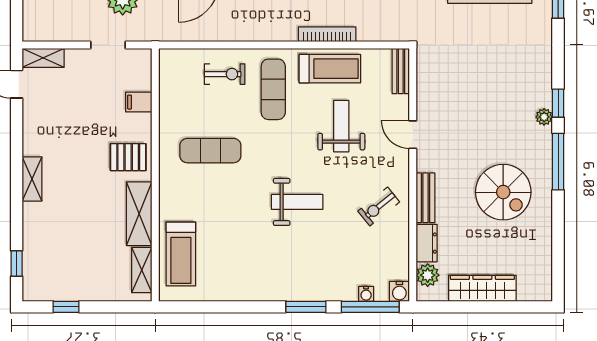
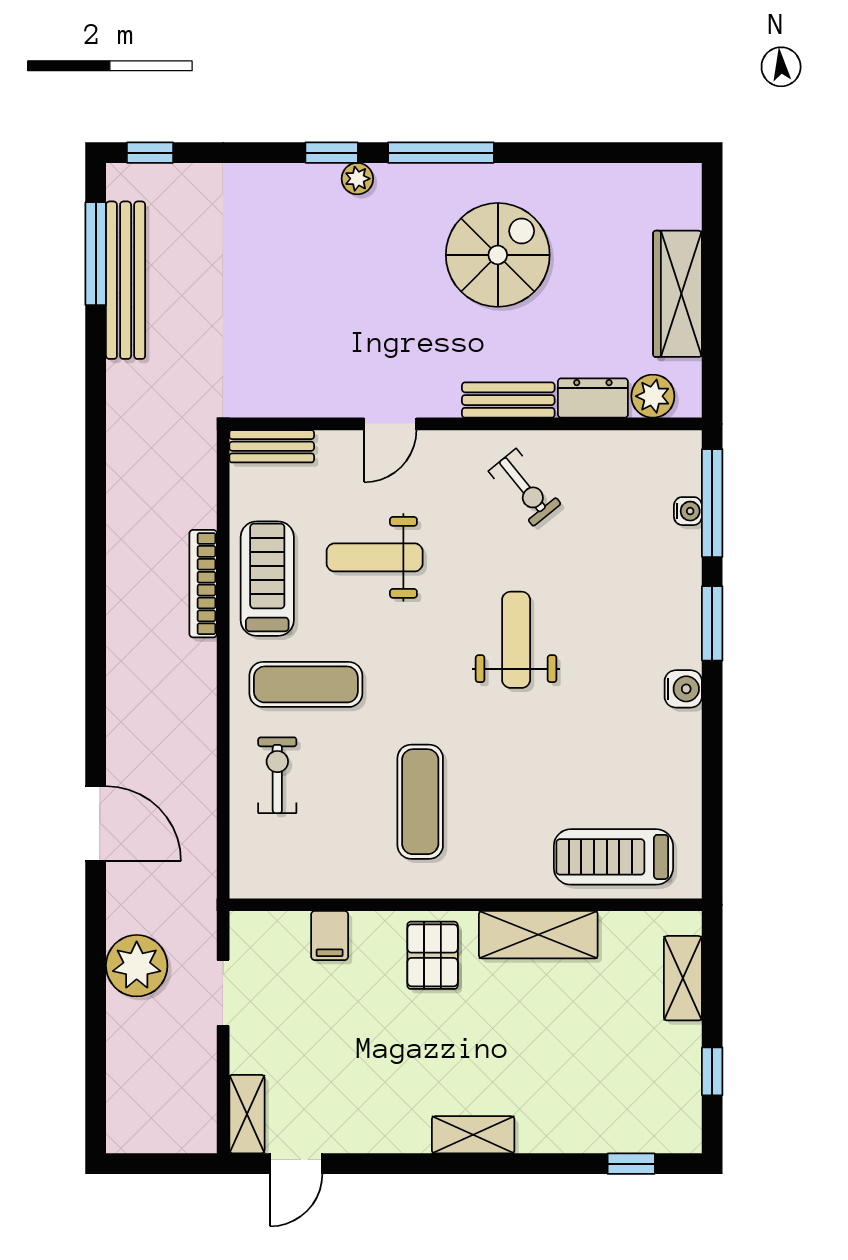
treadmill: (181, 254) -> (613, 857), turned 180
shelving: (142, 270) -> (683, 978), moved, turned 90
water cooler: (399, 291) -> (683, 689), moved

